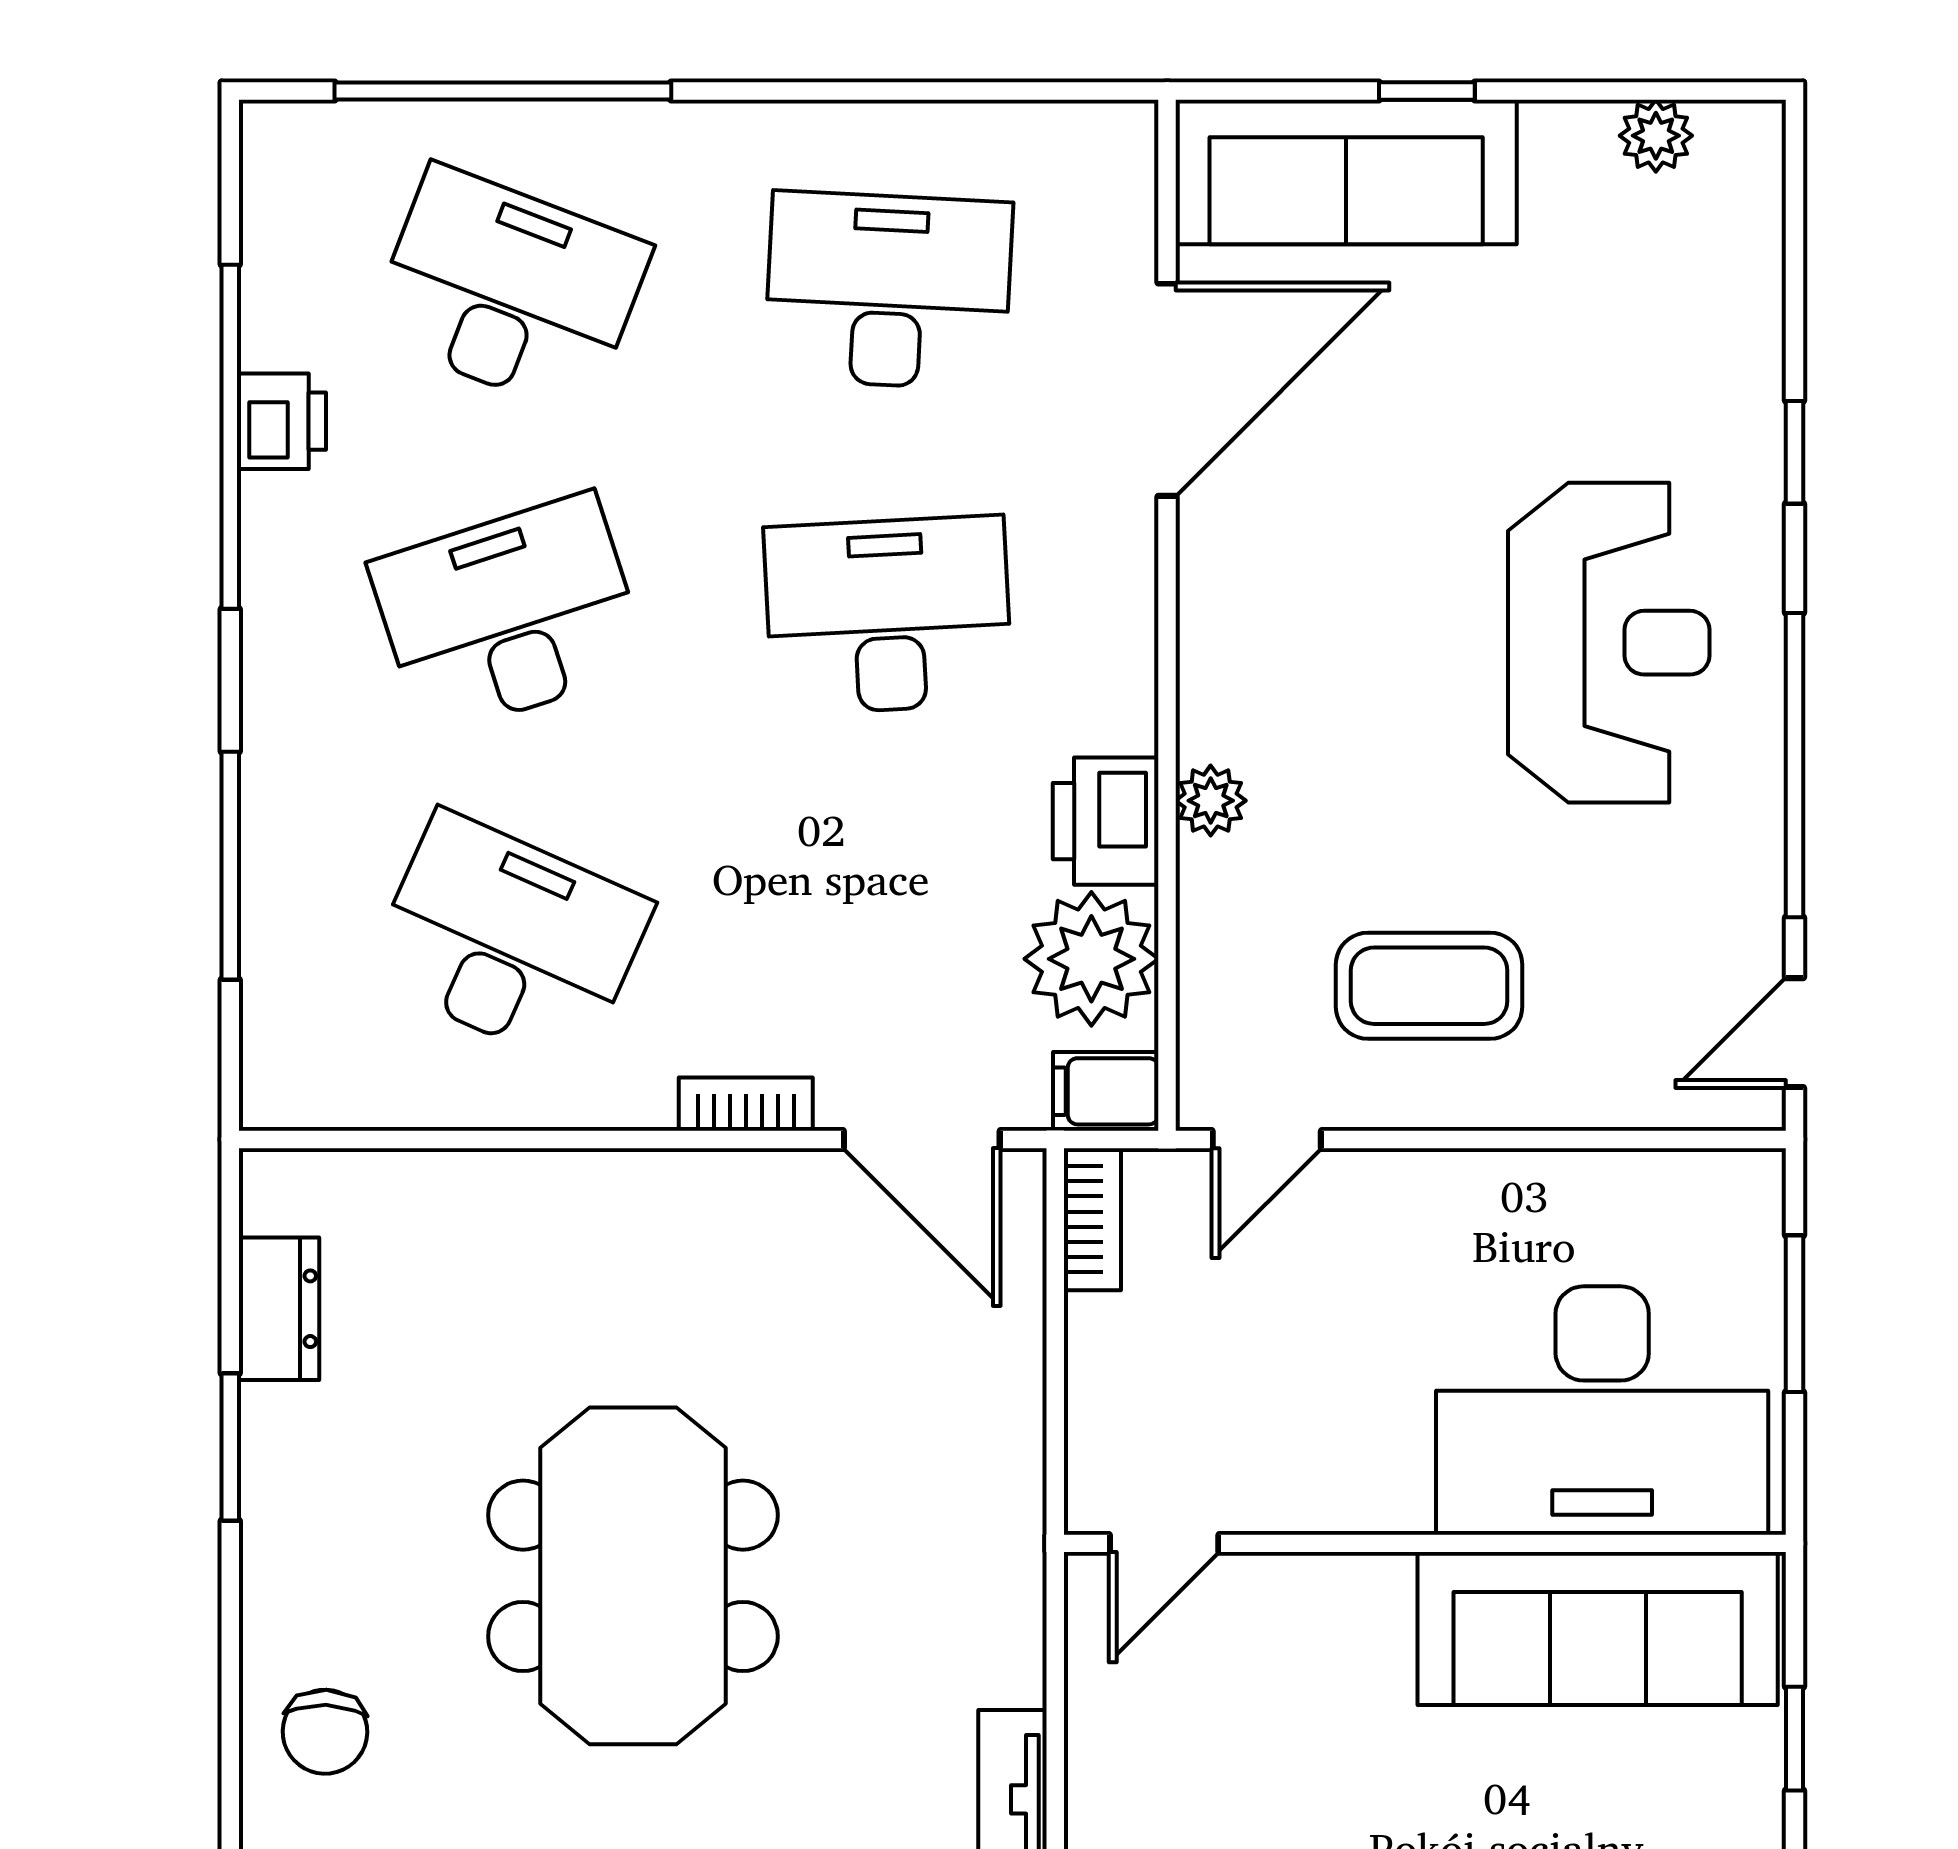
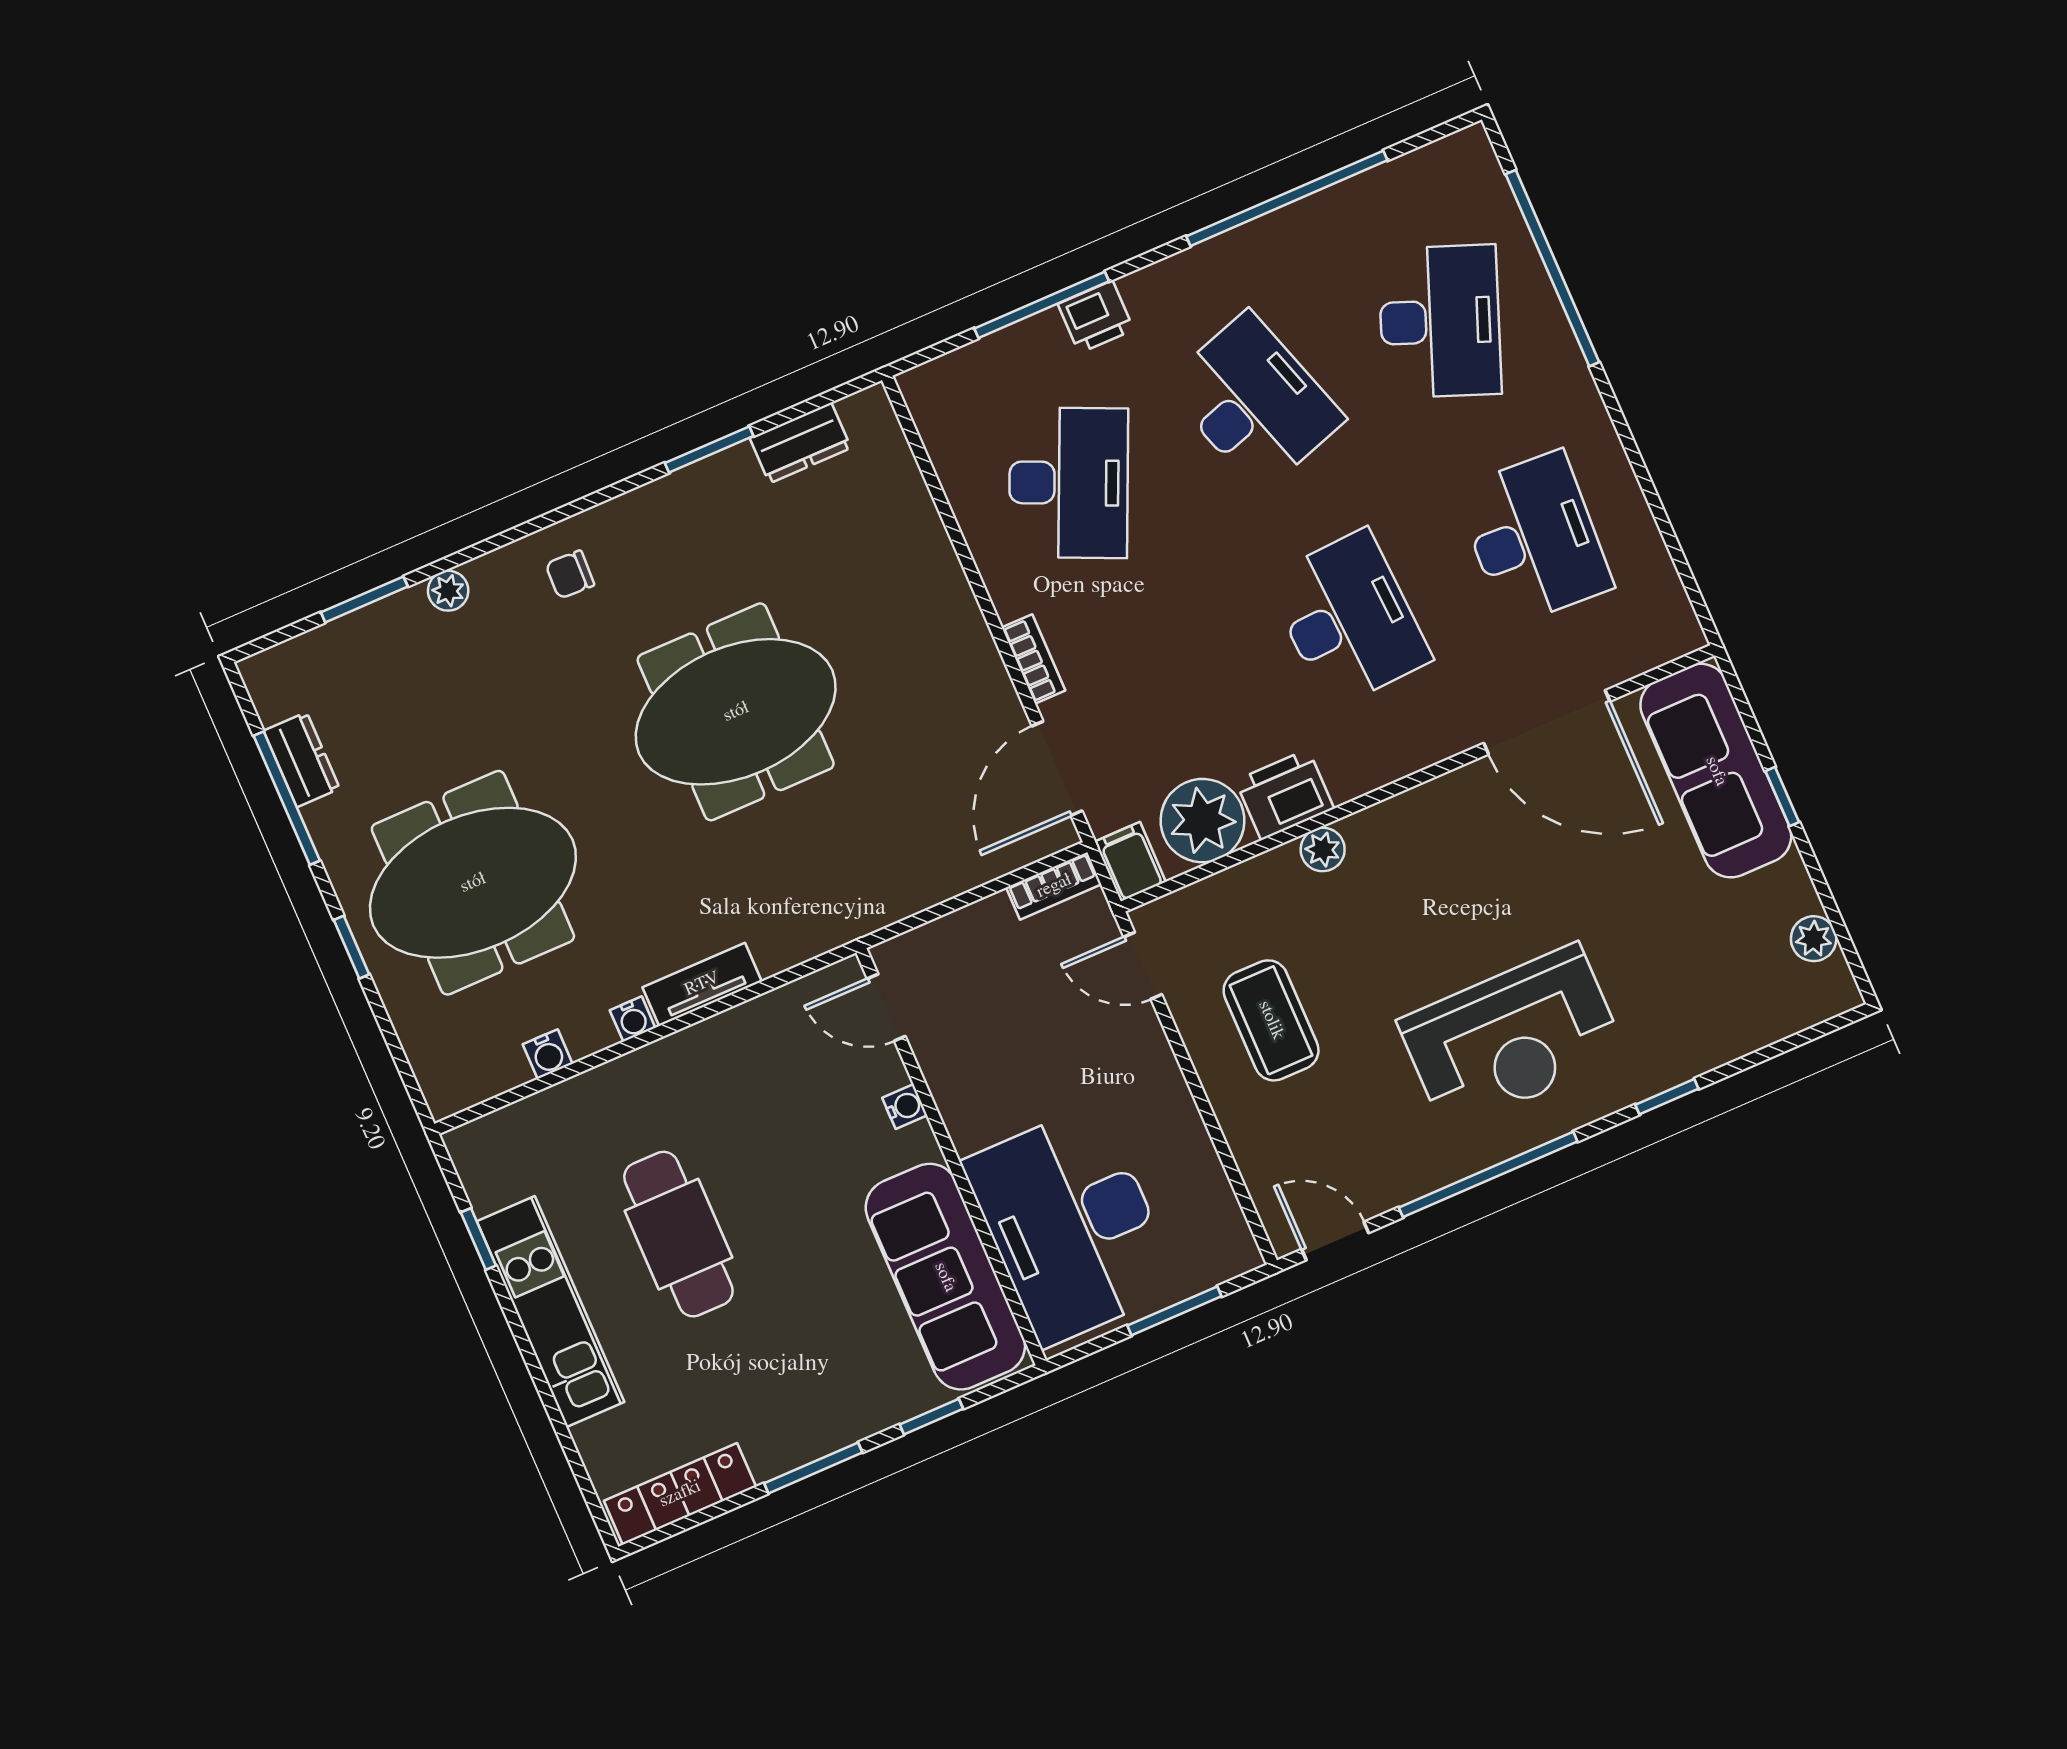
printer: (282, 421) -> (1096, 317), moved
water cooler: (1322, 1580) -> (905, 1107), added
chair: (325, 1732) -> (570, 574), width x0.73, depth x0.73

